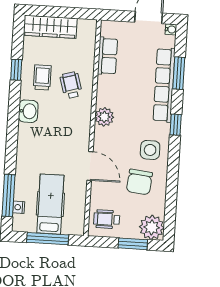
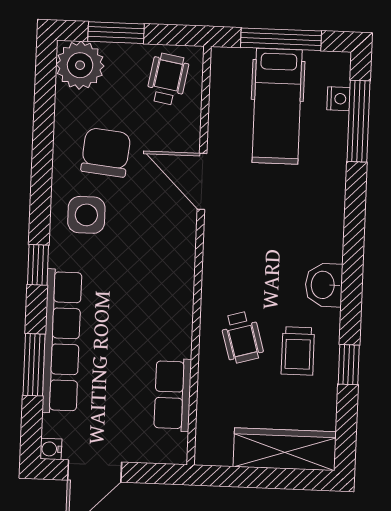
plant: (104, 117) -> (176, 277), removed
wheelchair: (107, 219) -> (168, 79), turned -80

